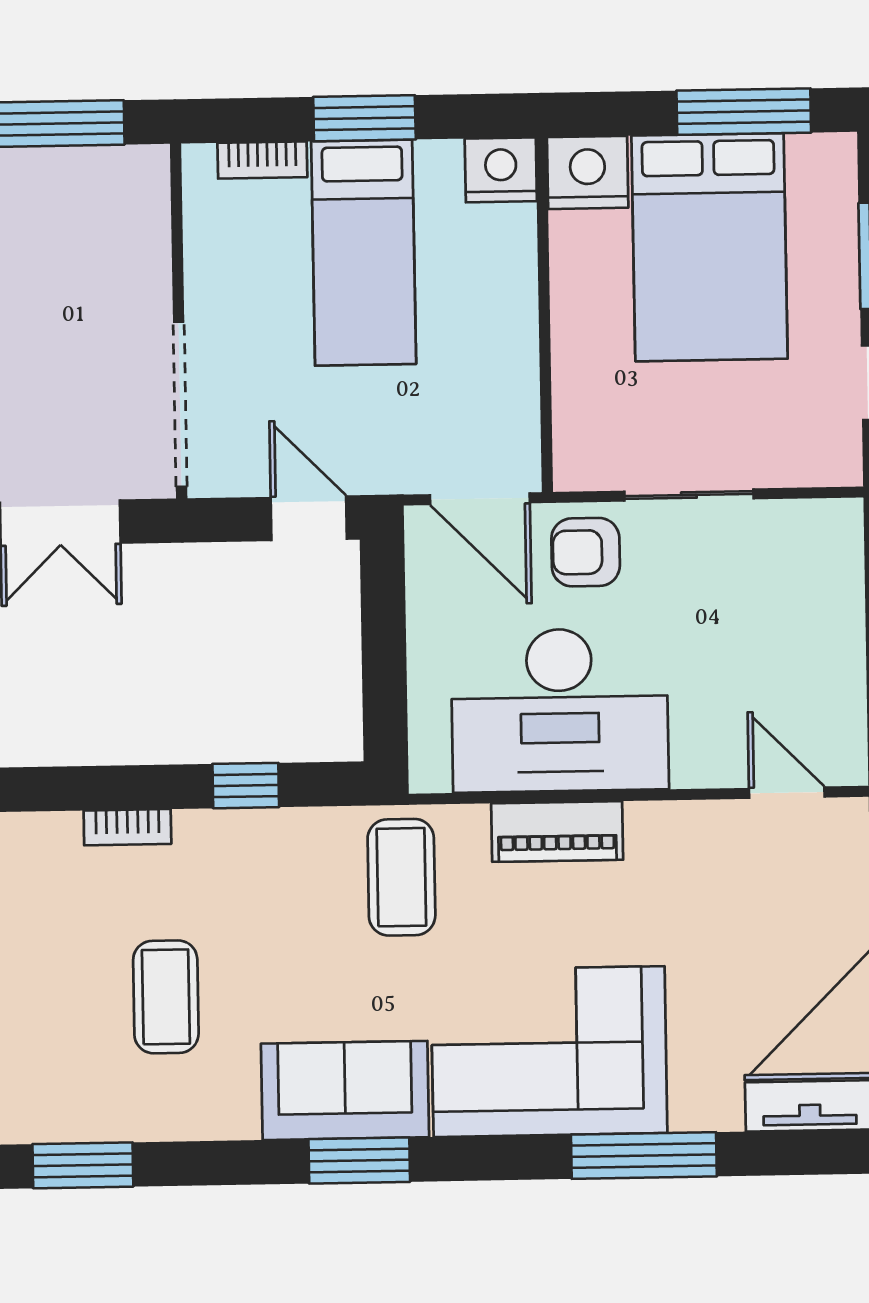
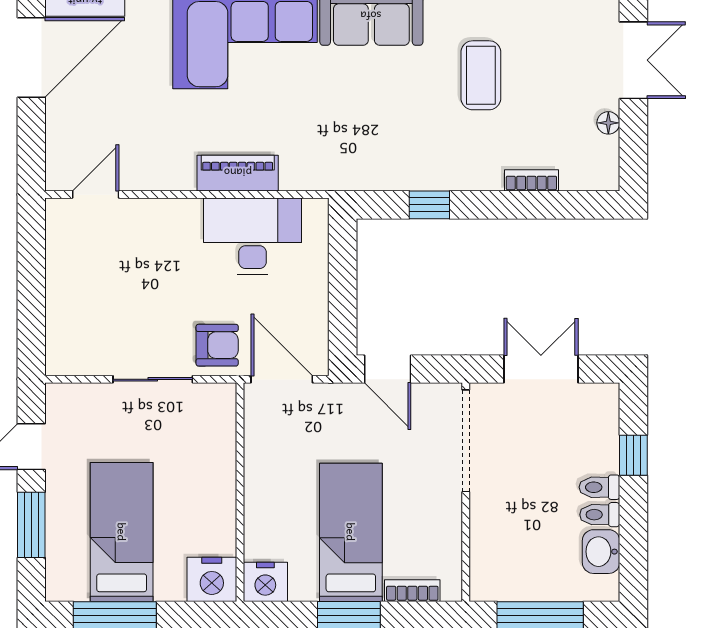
bed: (710, 247) -> (122, 532), width x0.67
desk: (560, 710) -> (253, 236), width x0.73, depth x0.77
door: (787, 793) -> (96, 195), swing flipped
bookcase: (127, 827) -> (531, 180), moved
coffee table: (401, 877) -> (334, 147), removed

